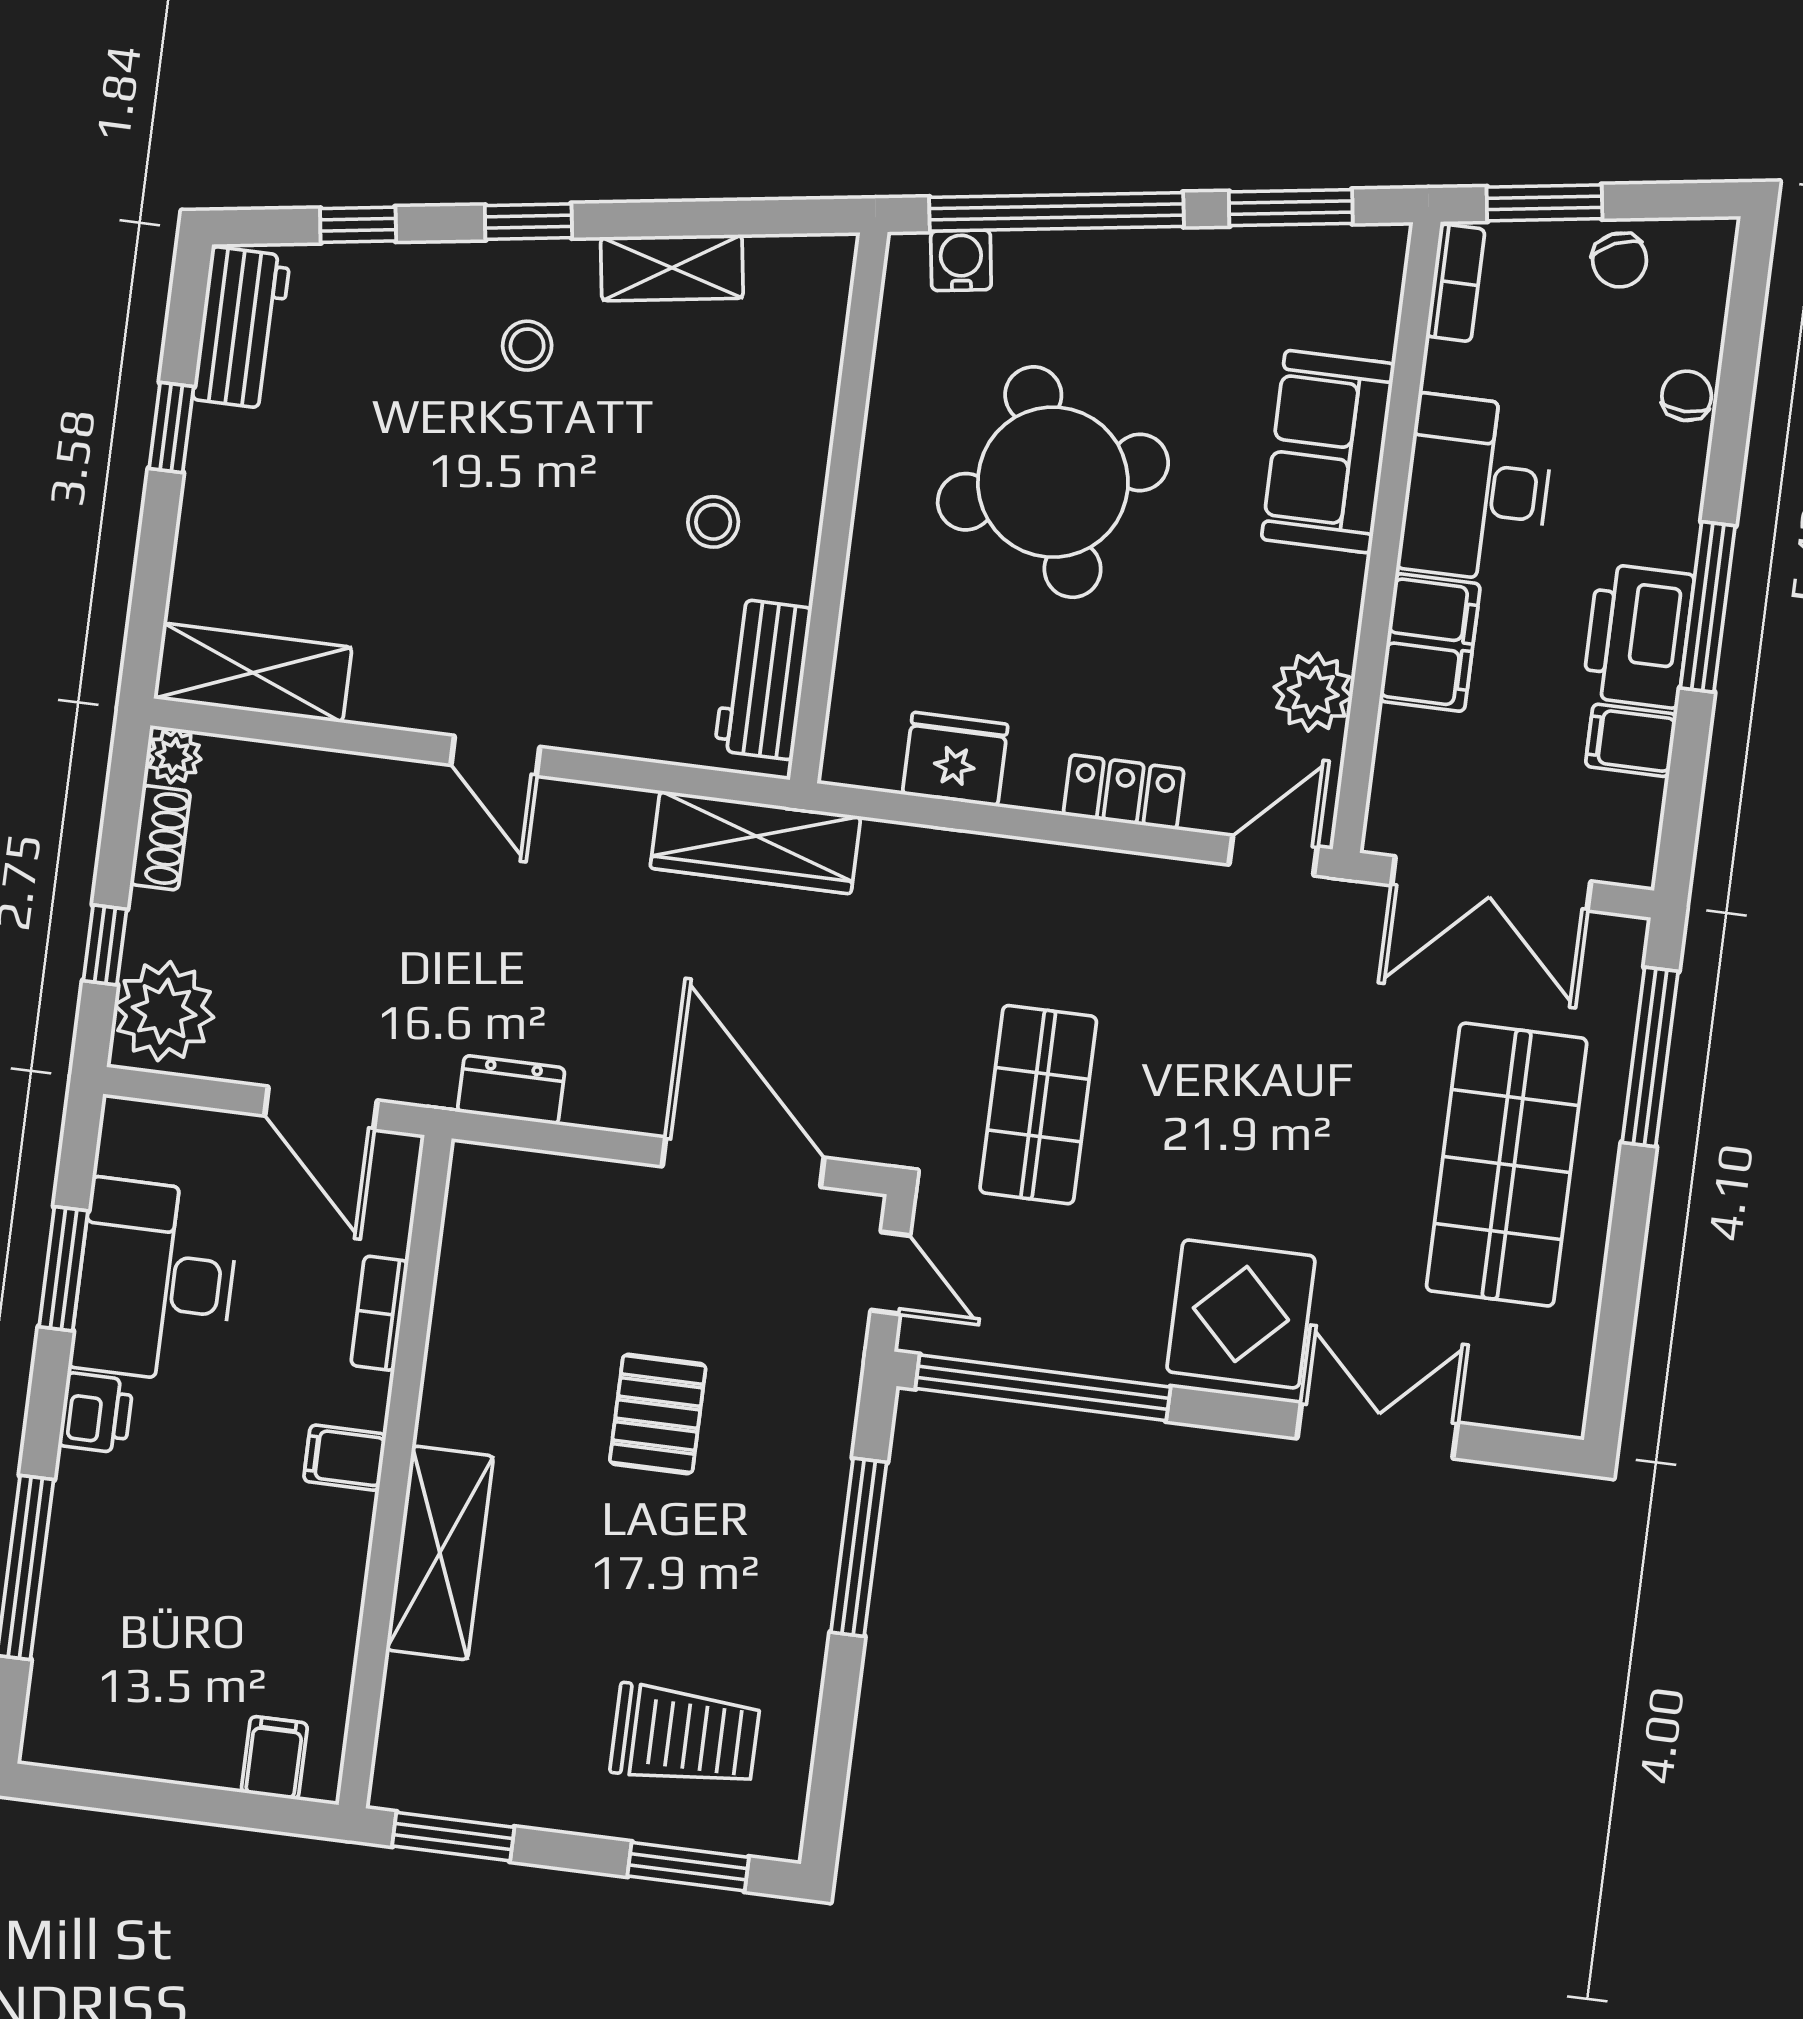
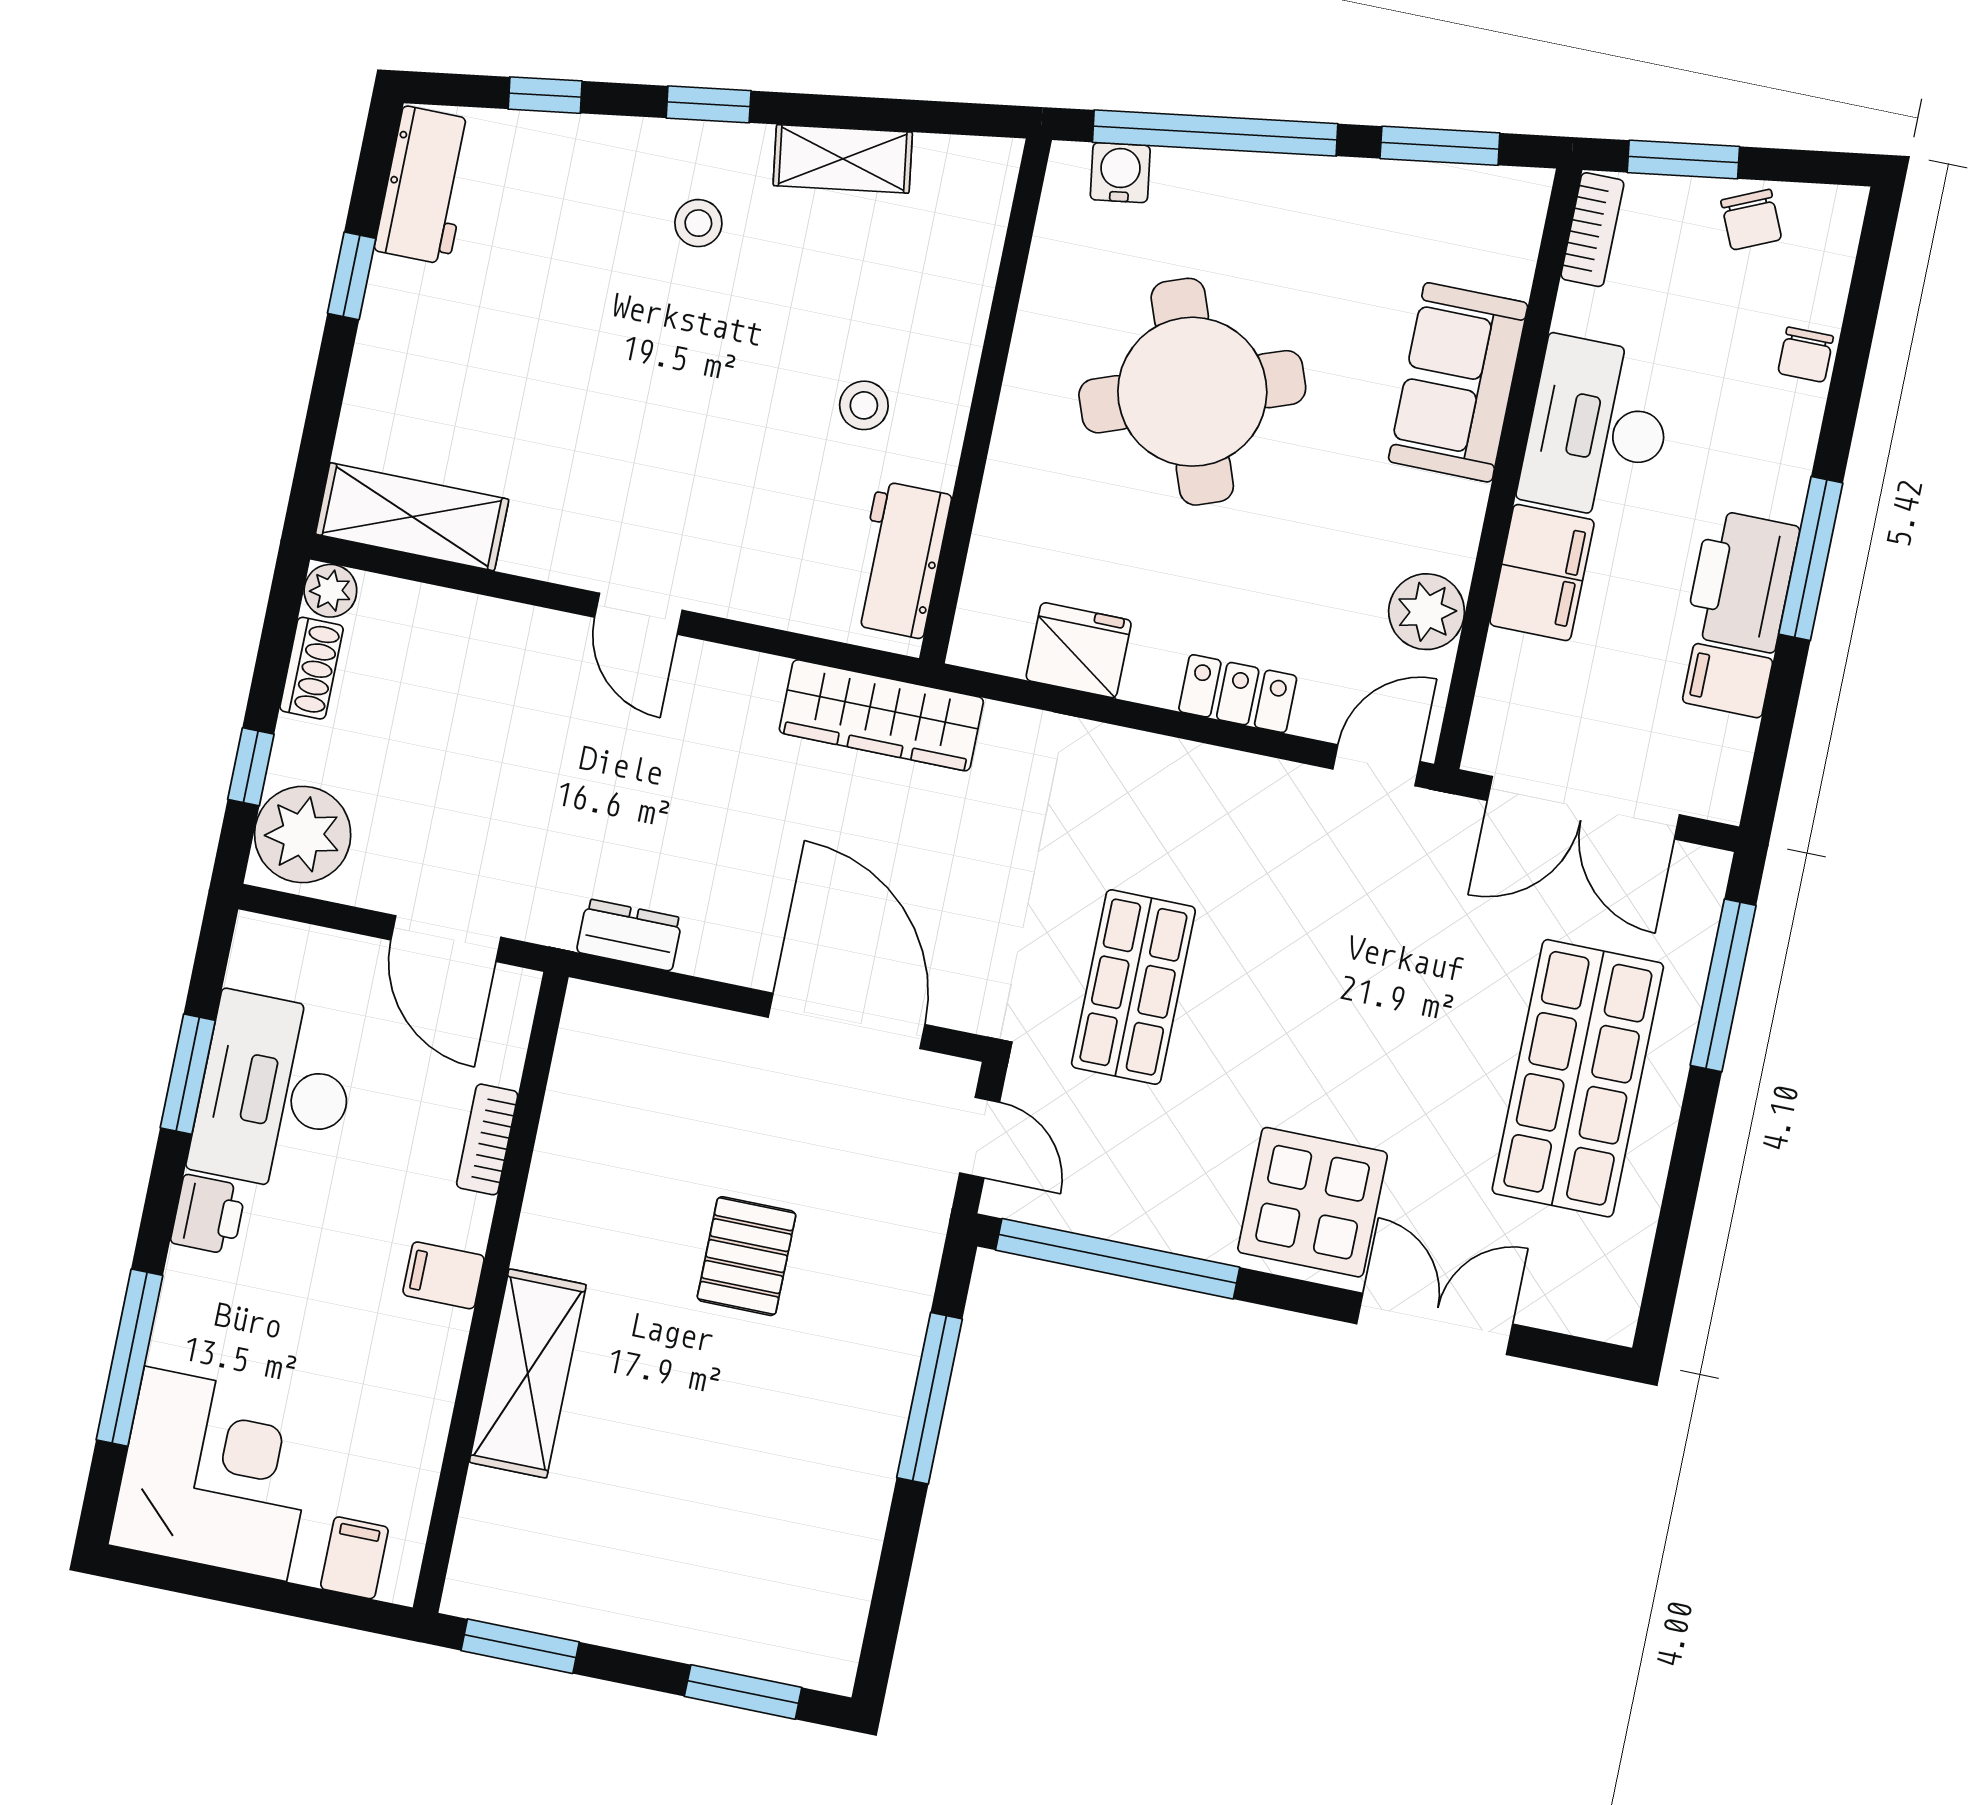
chair: (1687, 396) -> (1806, 355), turned 180
corner desk: (124, 1681) -> (216, 1474), added
trolley: (685, 1736) -> (750, 1567), removed

